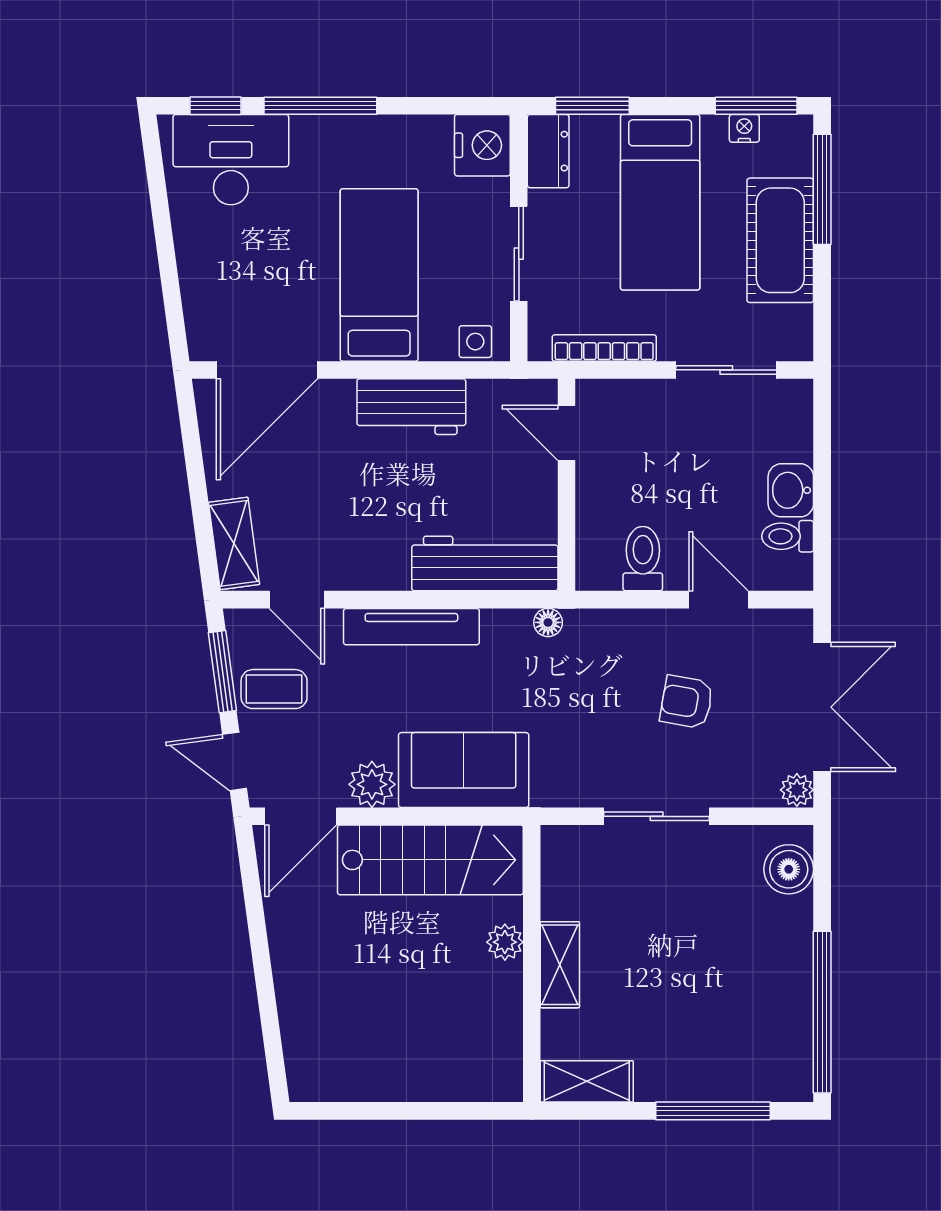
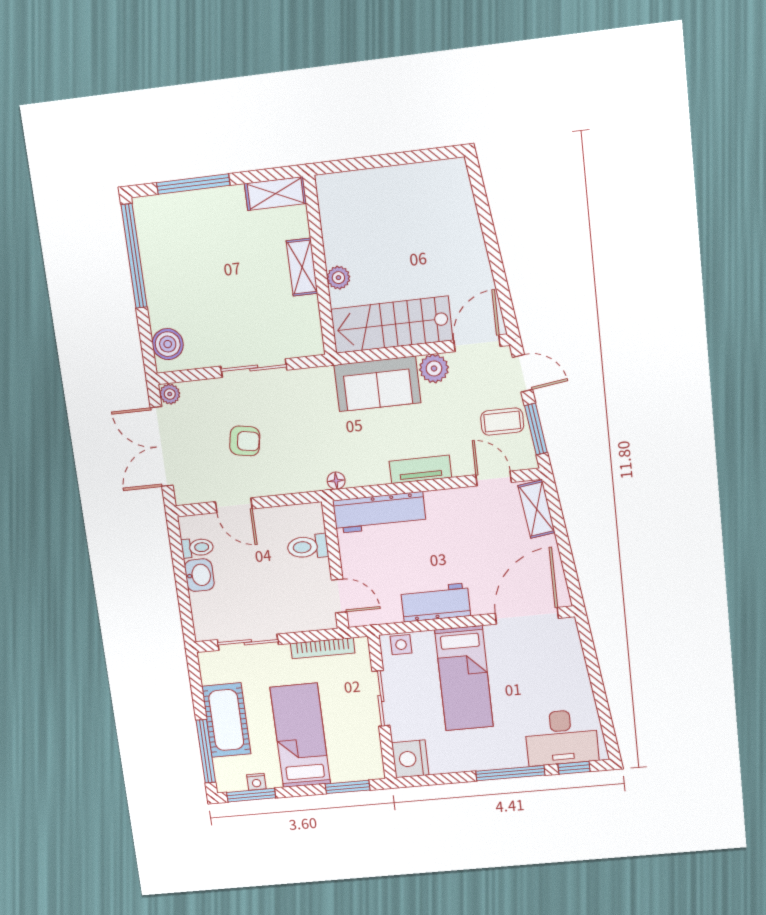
dresser: (548, 151) -> (371, 759), removed
toilet: (643, 559) -> (308, 547), moved, turned 90
tv unit: (411, 627) -> (420, 469), width x0.71

